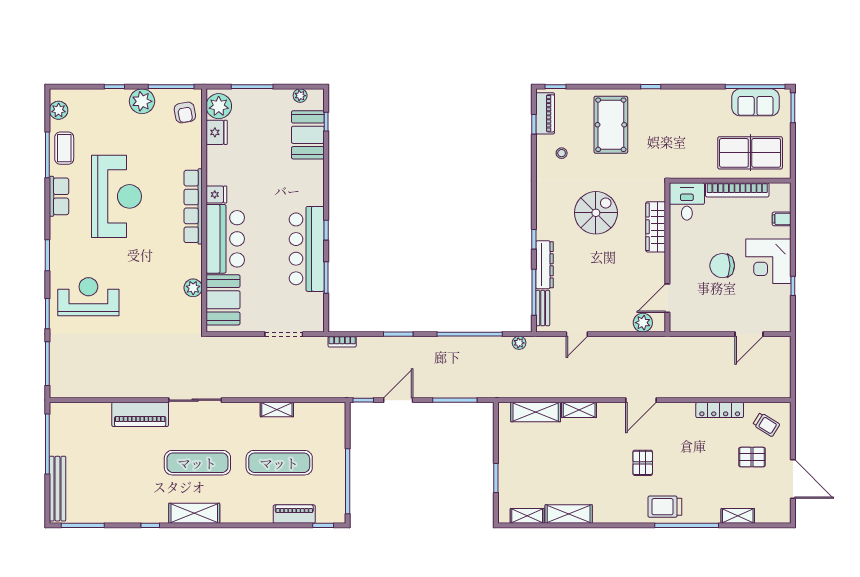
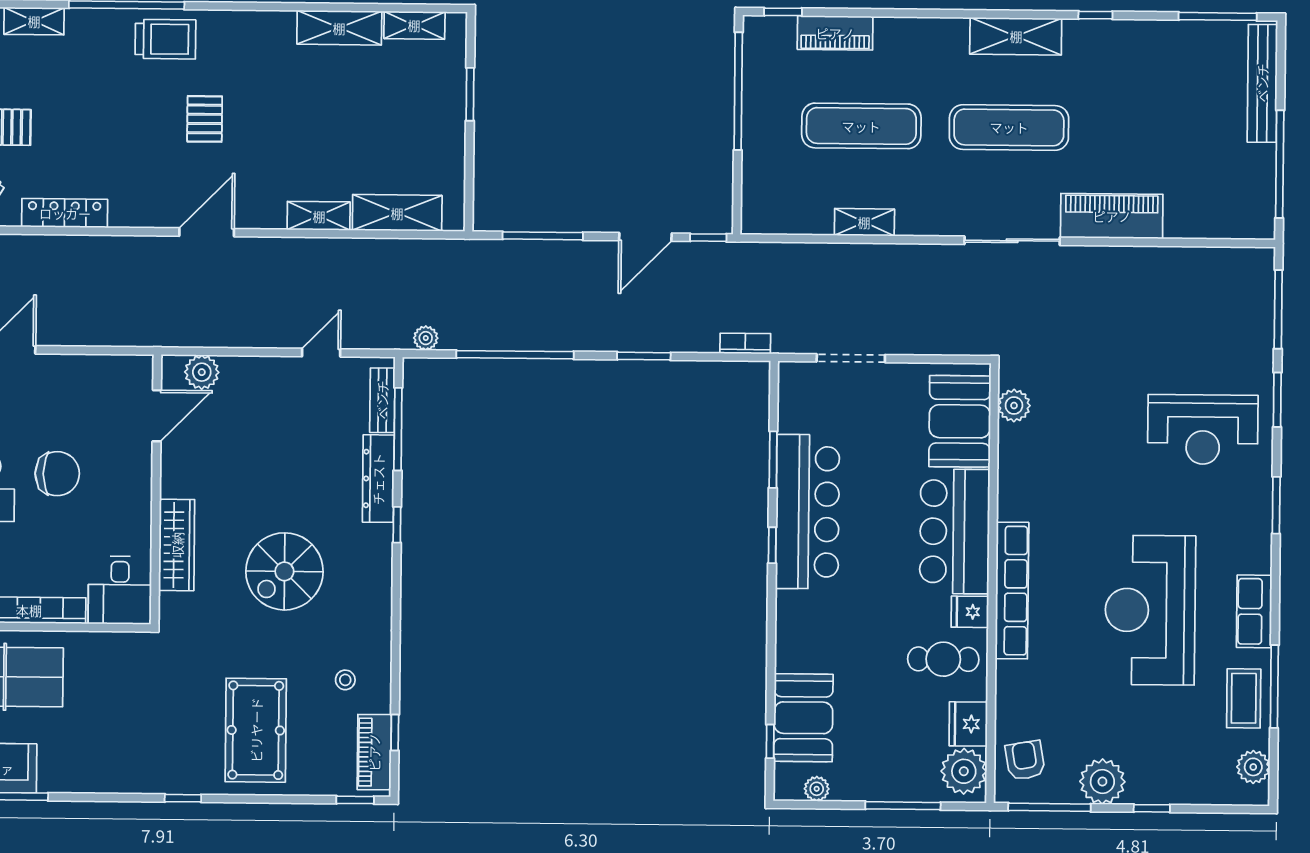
cafe table: (231, 168) -> (943, 659), added
plant: (193, 288) -> (1014, 406), moved

